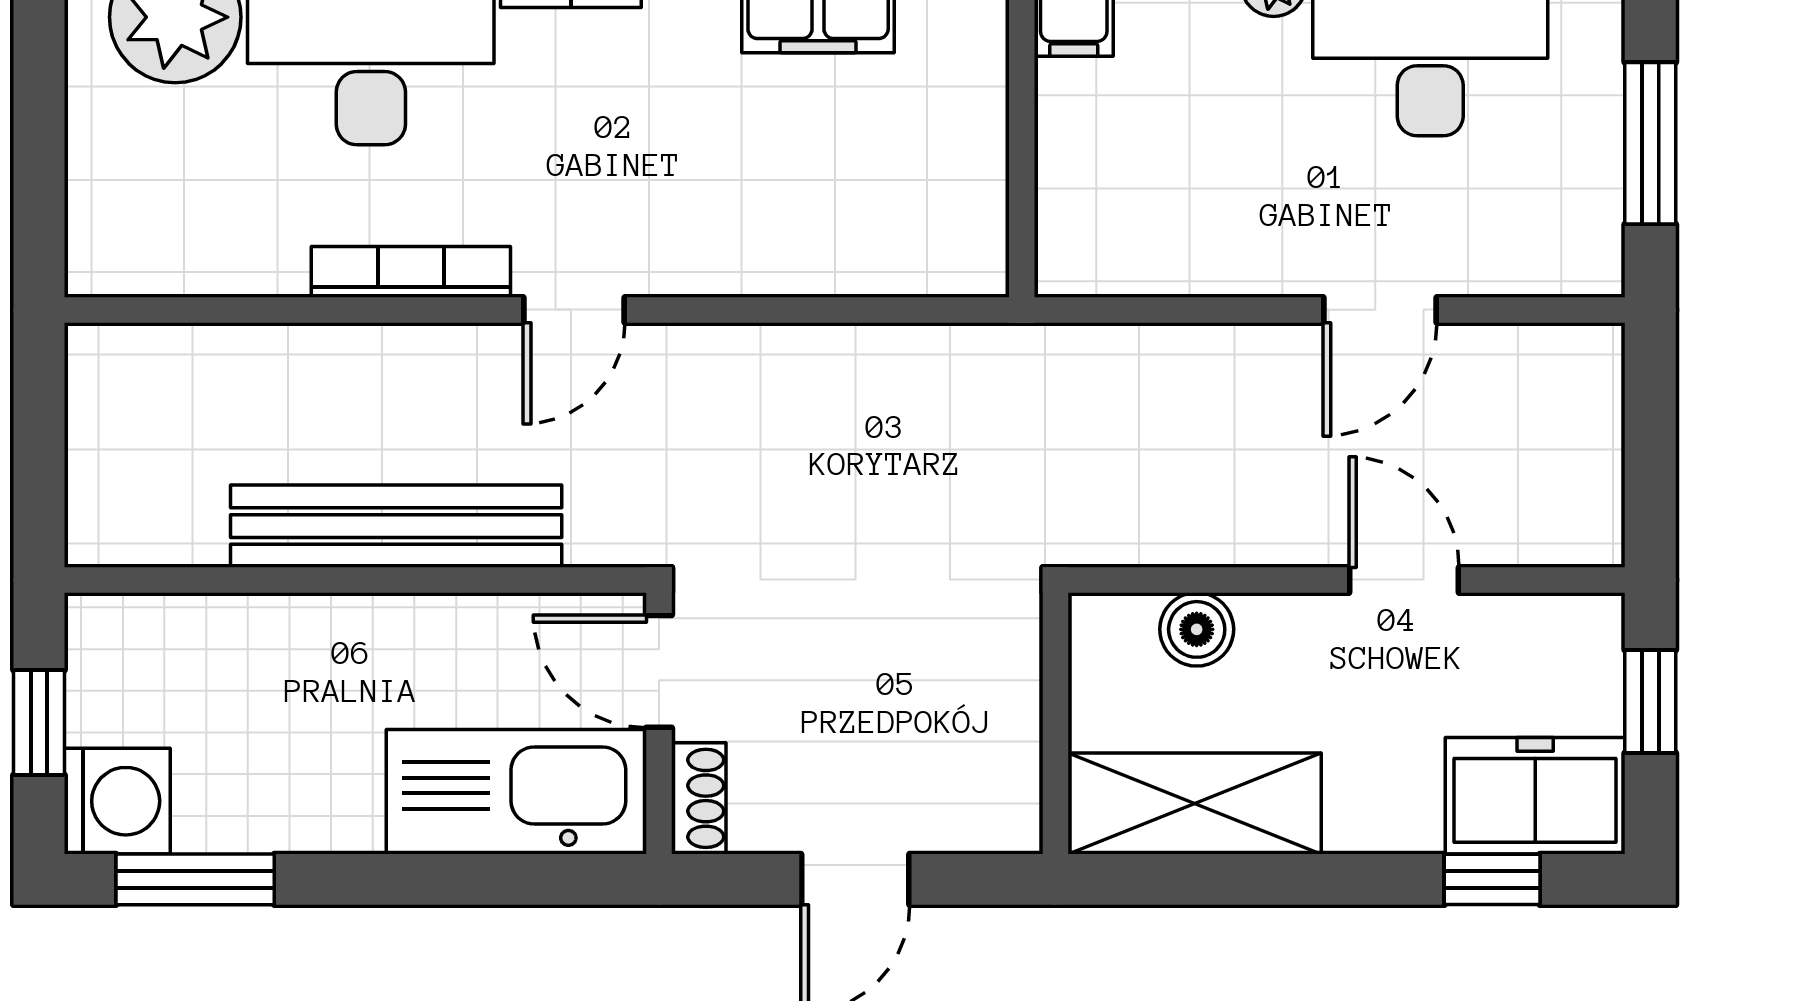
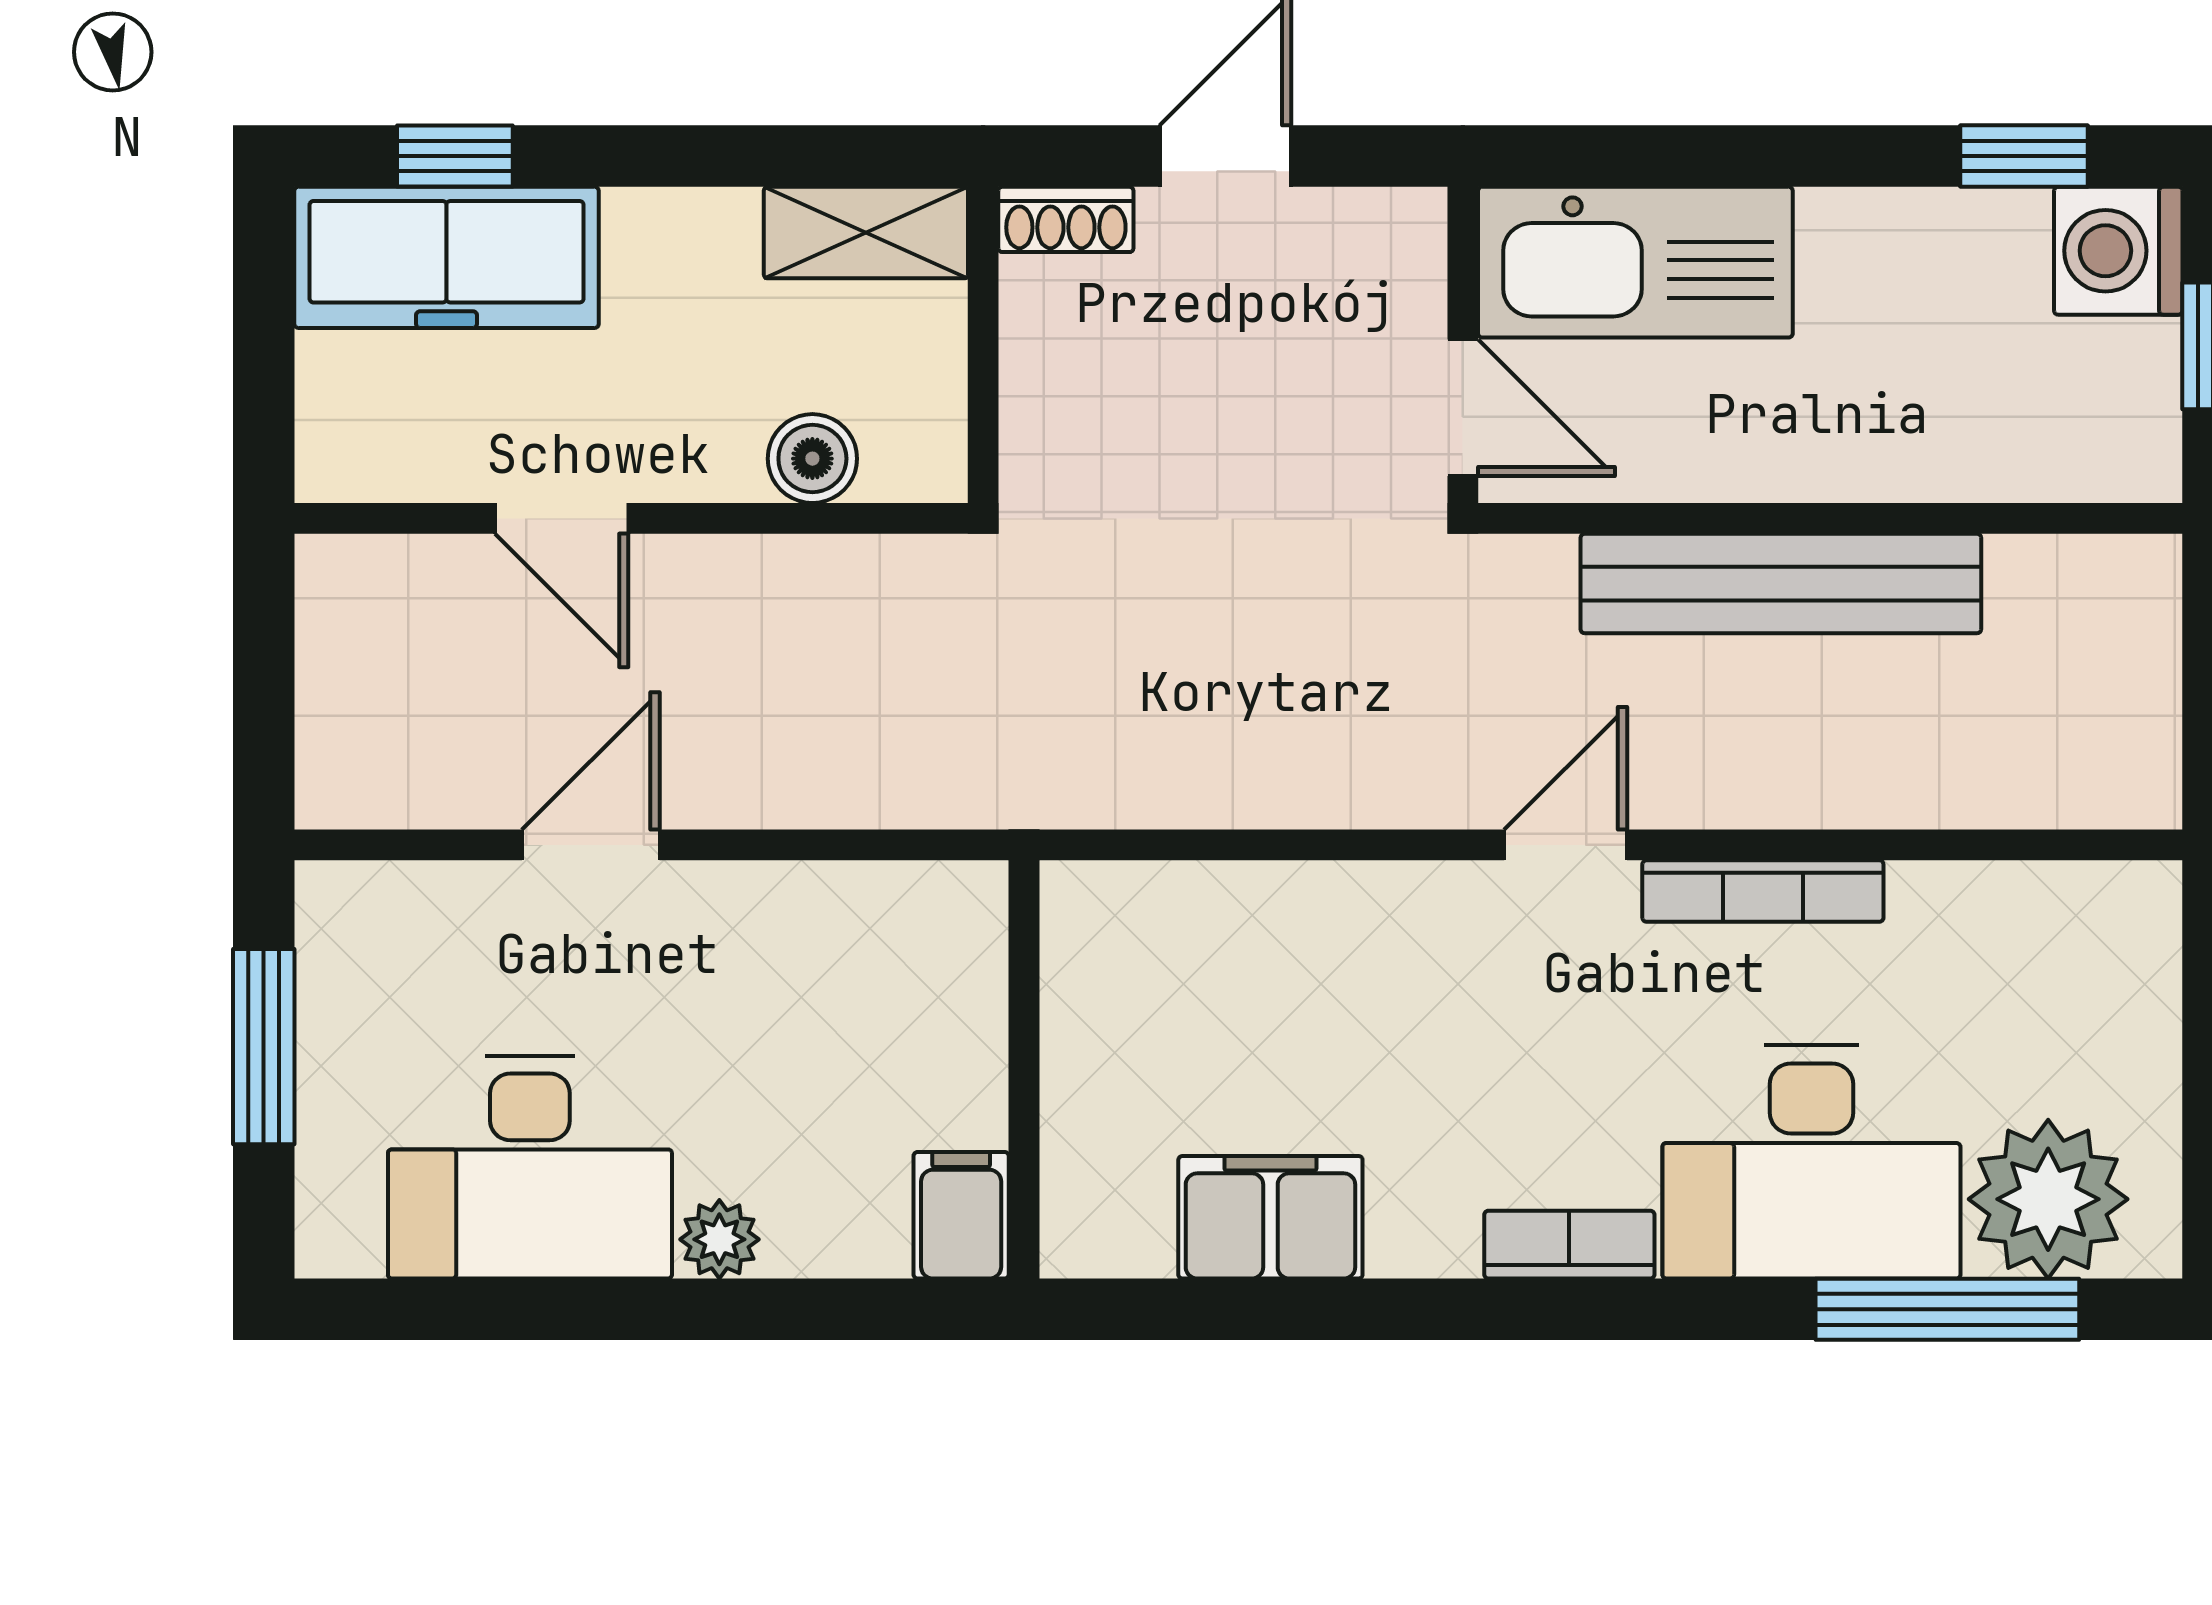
window: (1650, 702) -> (264, 371), removed
freezer: (1535, 796) -> (447, 257), width x1.40
shoe rack: (699, 798) -> (1066, 219), moved, turned -90
shelving: (1195, 804) -> (866, 233), width x0.67, depth x0.75
window: (195, 879) -> (2024, 156), width x0.67

